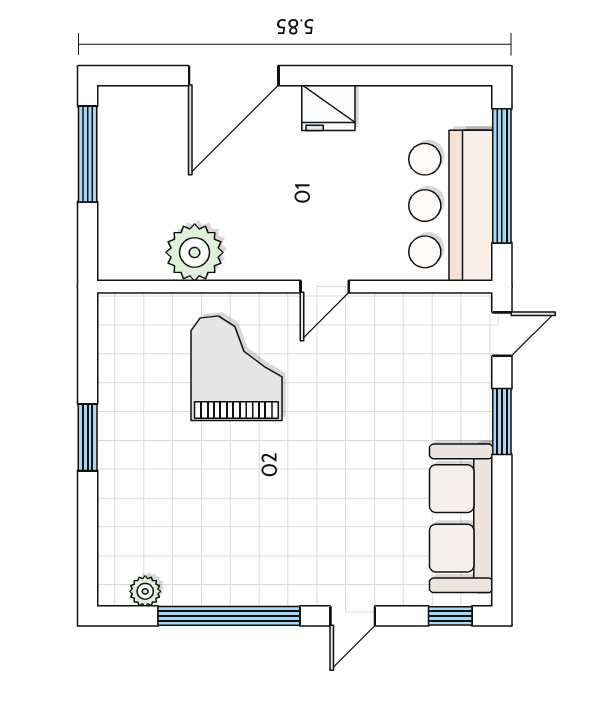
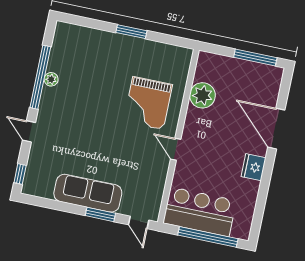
grand piano: (236, 368) -> (148, 103), turned 90
sofa: (461, 518) -> (88, 193), moved
plant: (145, 591) -> (51, 79), moved

